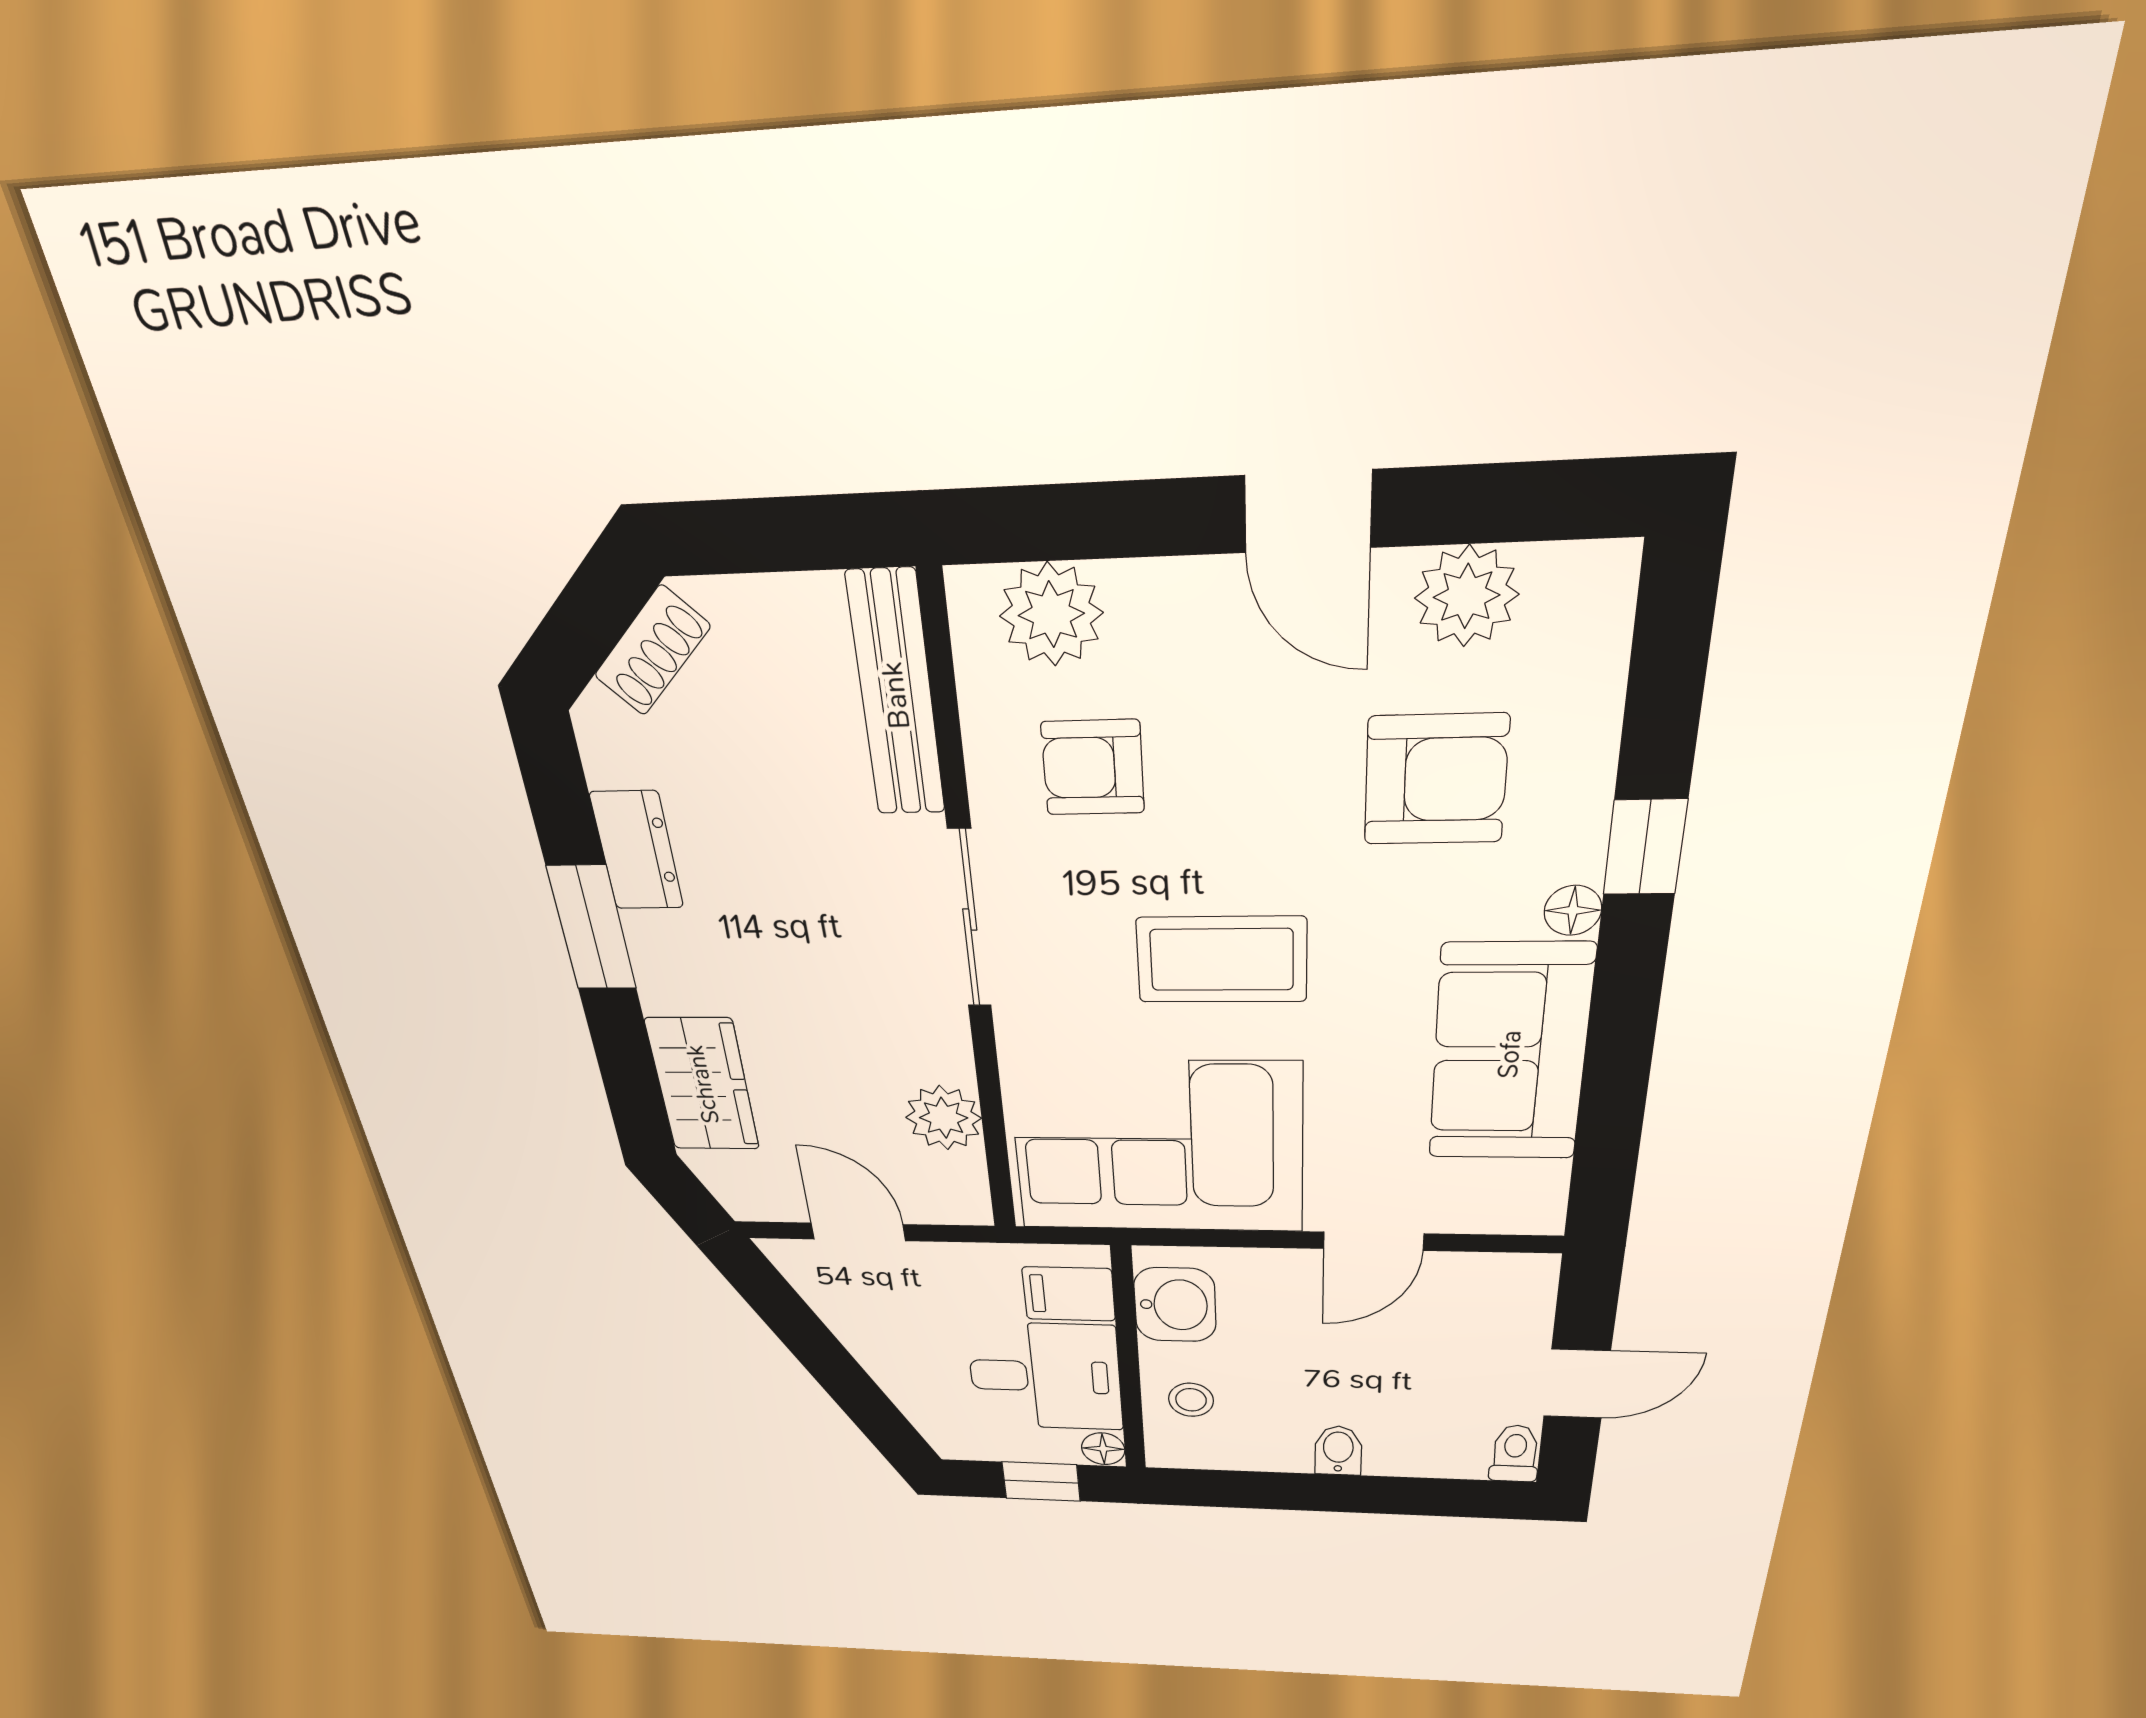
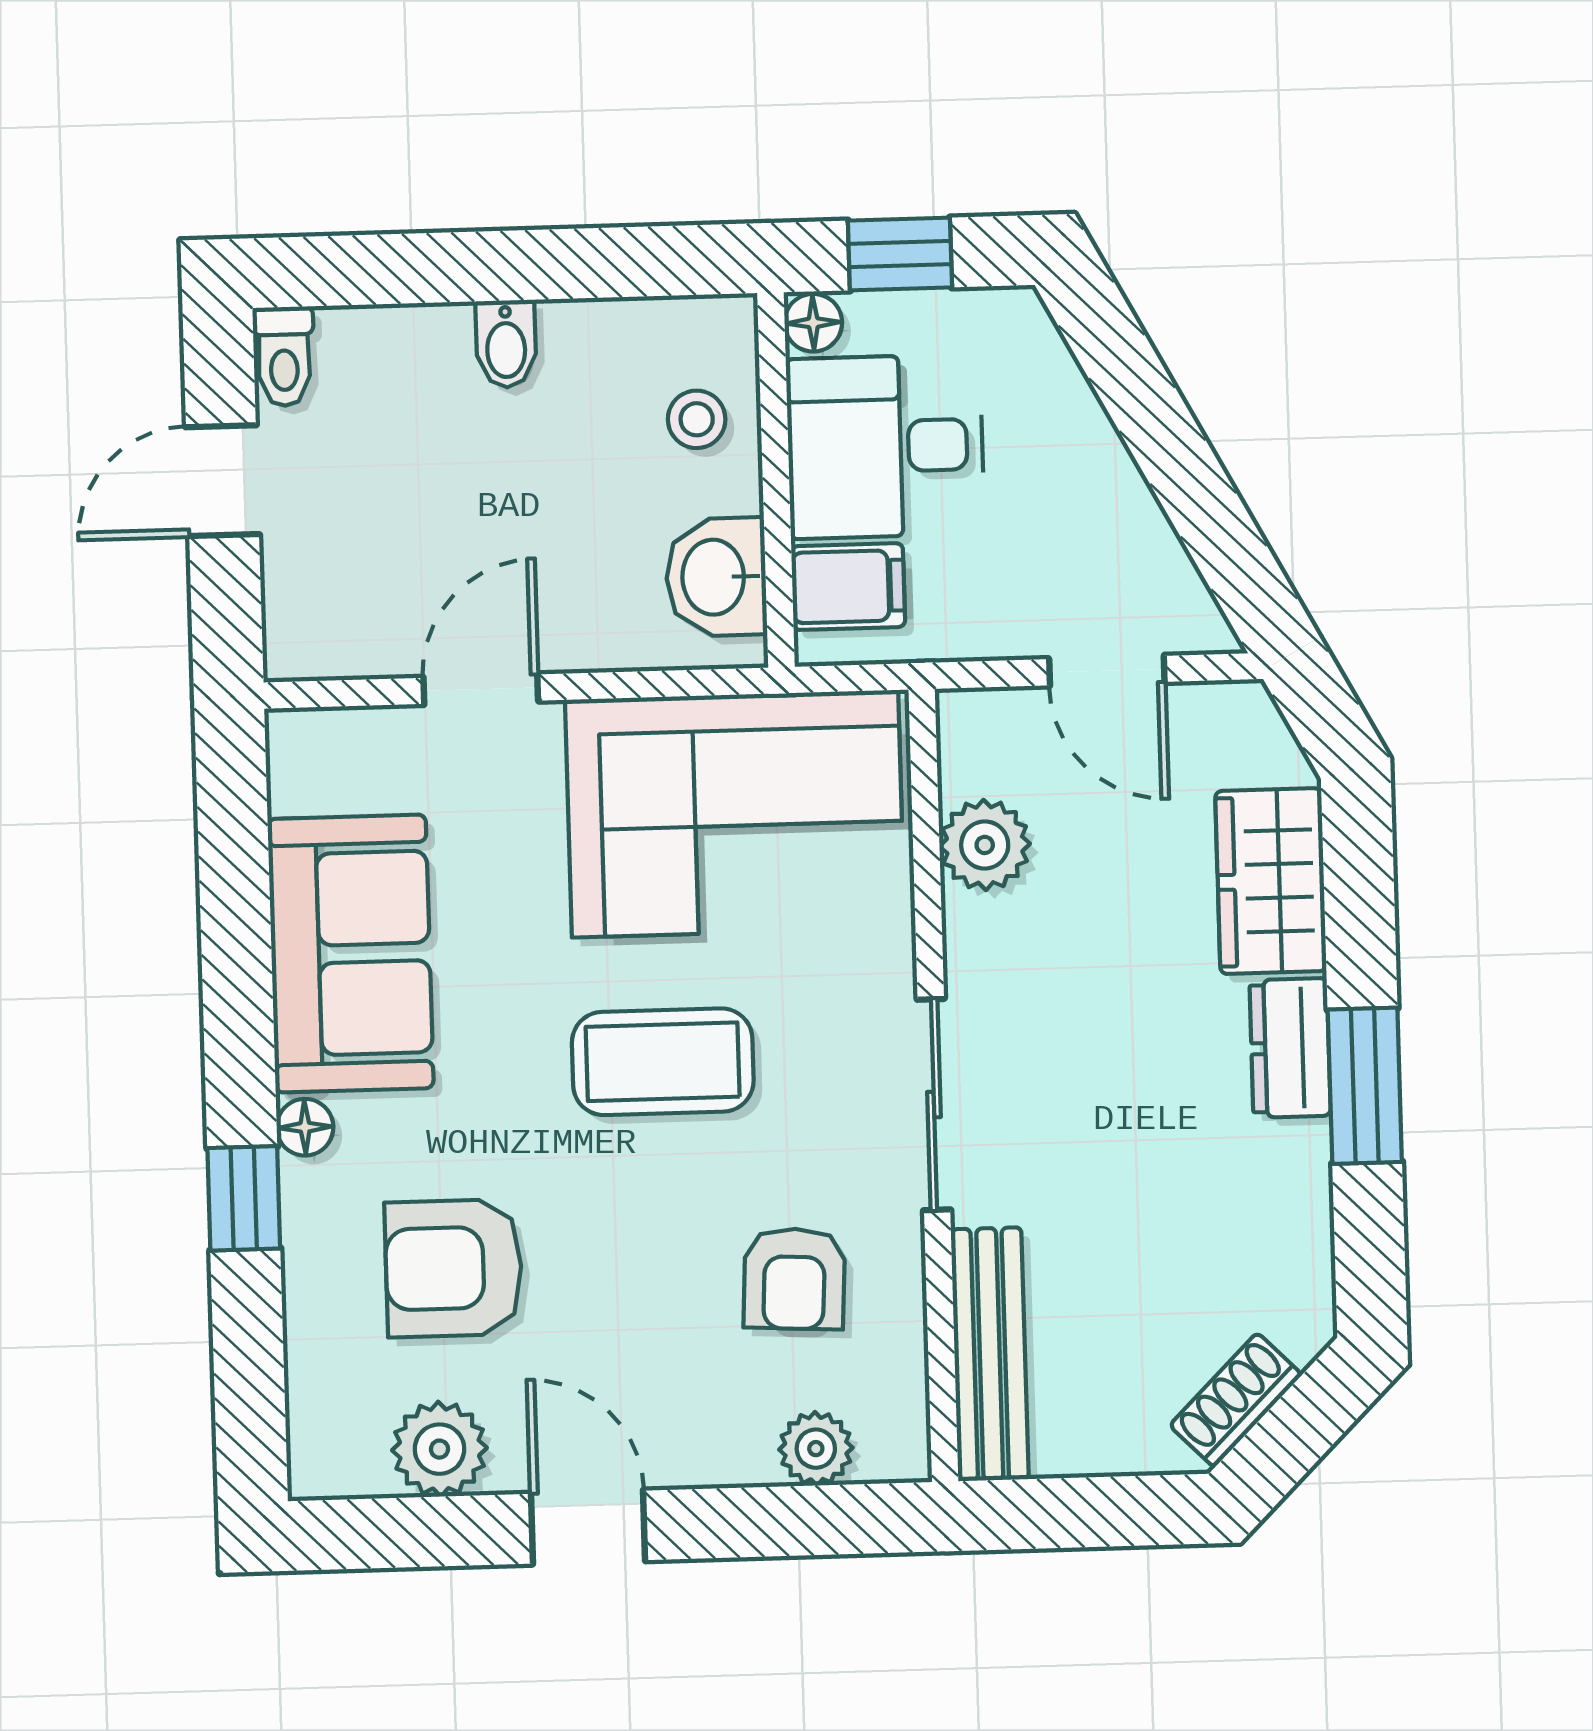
plant: (1051, 614) -> (816, 1449), width x0.73, depth x0.73
armchair: (1093, 768) -> (794, 1279), turned 93
dresser: (637, 850) -> (1290, 1048), moved

